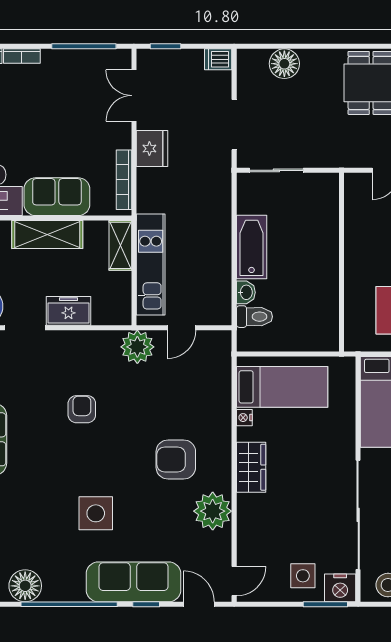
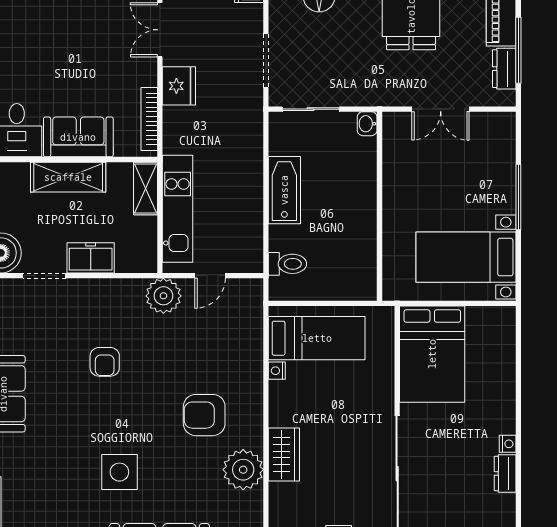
washbasin: (246, 292) -> (367, 124), moved, turned 180
armchair: (82, 409) -> (105, 362), turned 180
wardrobe: (251, 467) -> (284, 454), moved

